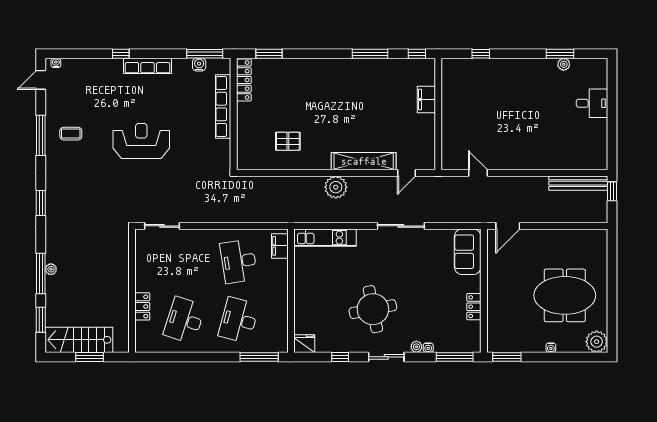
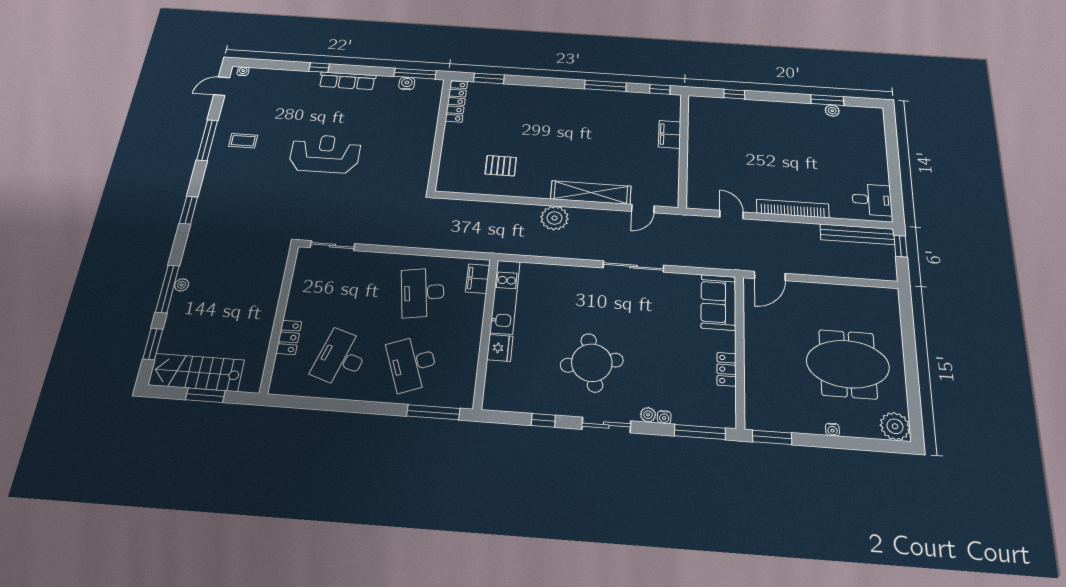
desk: (592, 103) -> (872, 200), moved
row of seats: (223, 107) -> (428, 126), removed
bookcase: (527, 163) -> (793, 209), added
kitchen unit: (325, 238) -> (505, 297), moved, turned -90
desk: (239, 320) -> (412, 363), turned -36
fridge: (304, 344) -> (500, 348), moved, turned 90

